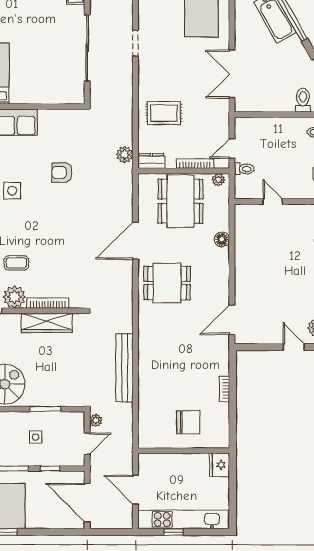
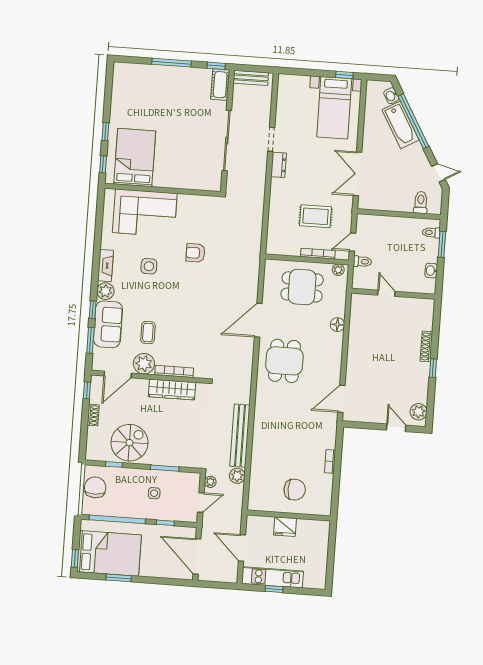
rug: (164, 113) -> (316, 216), moved
plant: (125, 154) -> (237, 476), moved
dresser: (151, 161) -> (279, 165), moved, turned 90
dining table: (180, 201) -> (302, 287), width x0.73
coffee table: (16, 263) -> (148, 333), turned 90
dining table: (167, 283) -> (284, 361), turned 90
fridge: (219, 465) -> (285, 527), moved, turned -90
kitchen unit: (183, 519) -> (273, 577), width x0.73

